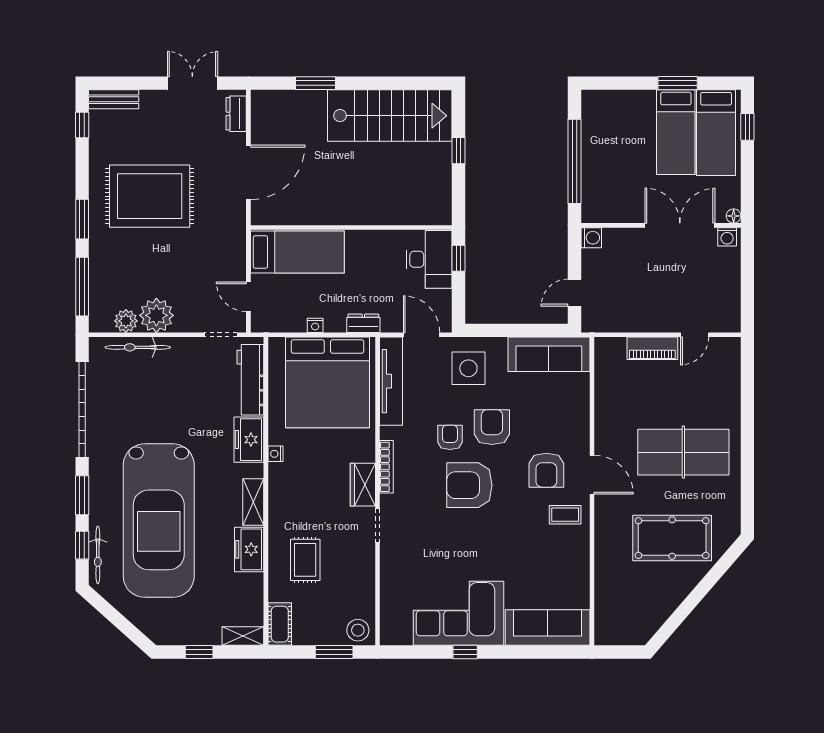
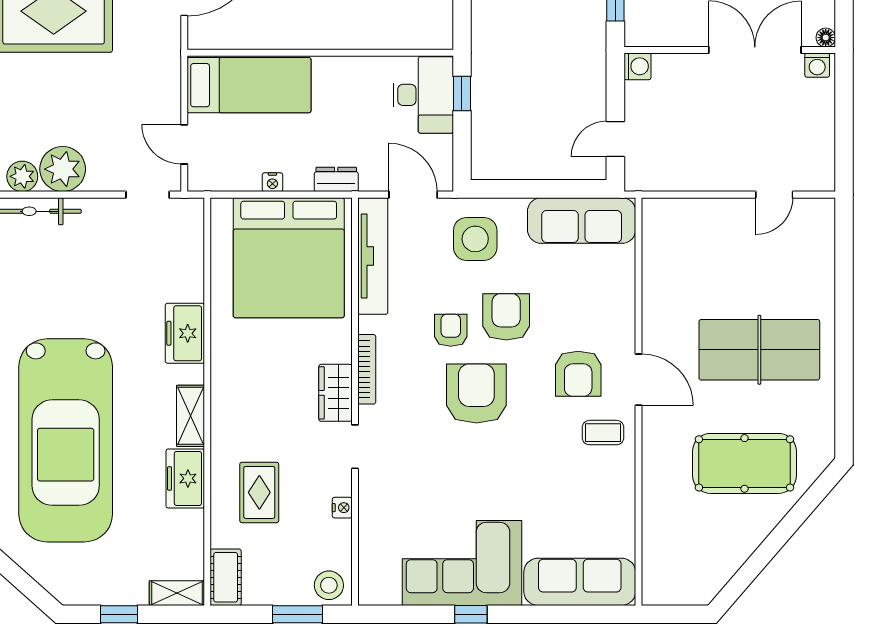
piano: (652, 348) -> (718, 212), removed
workbench: (250, 380) -> (187, 254), removed
nightstand: (276, 454) -> (342, 508), moved, turned 180
armchair: (469, 485) -> (476, 394), turned 90

